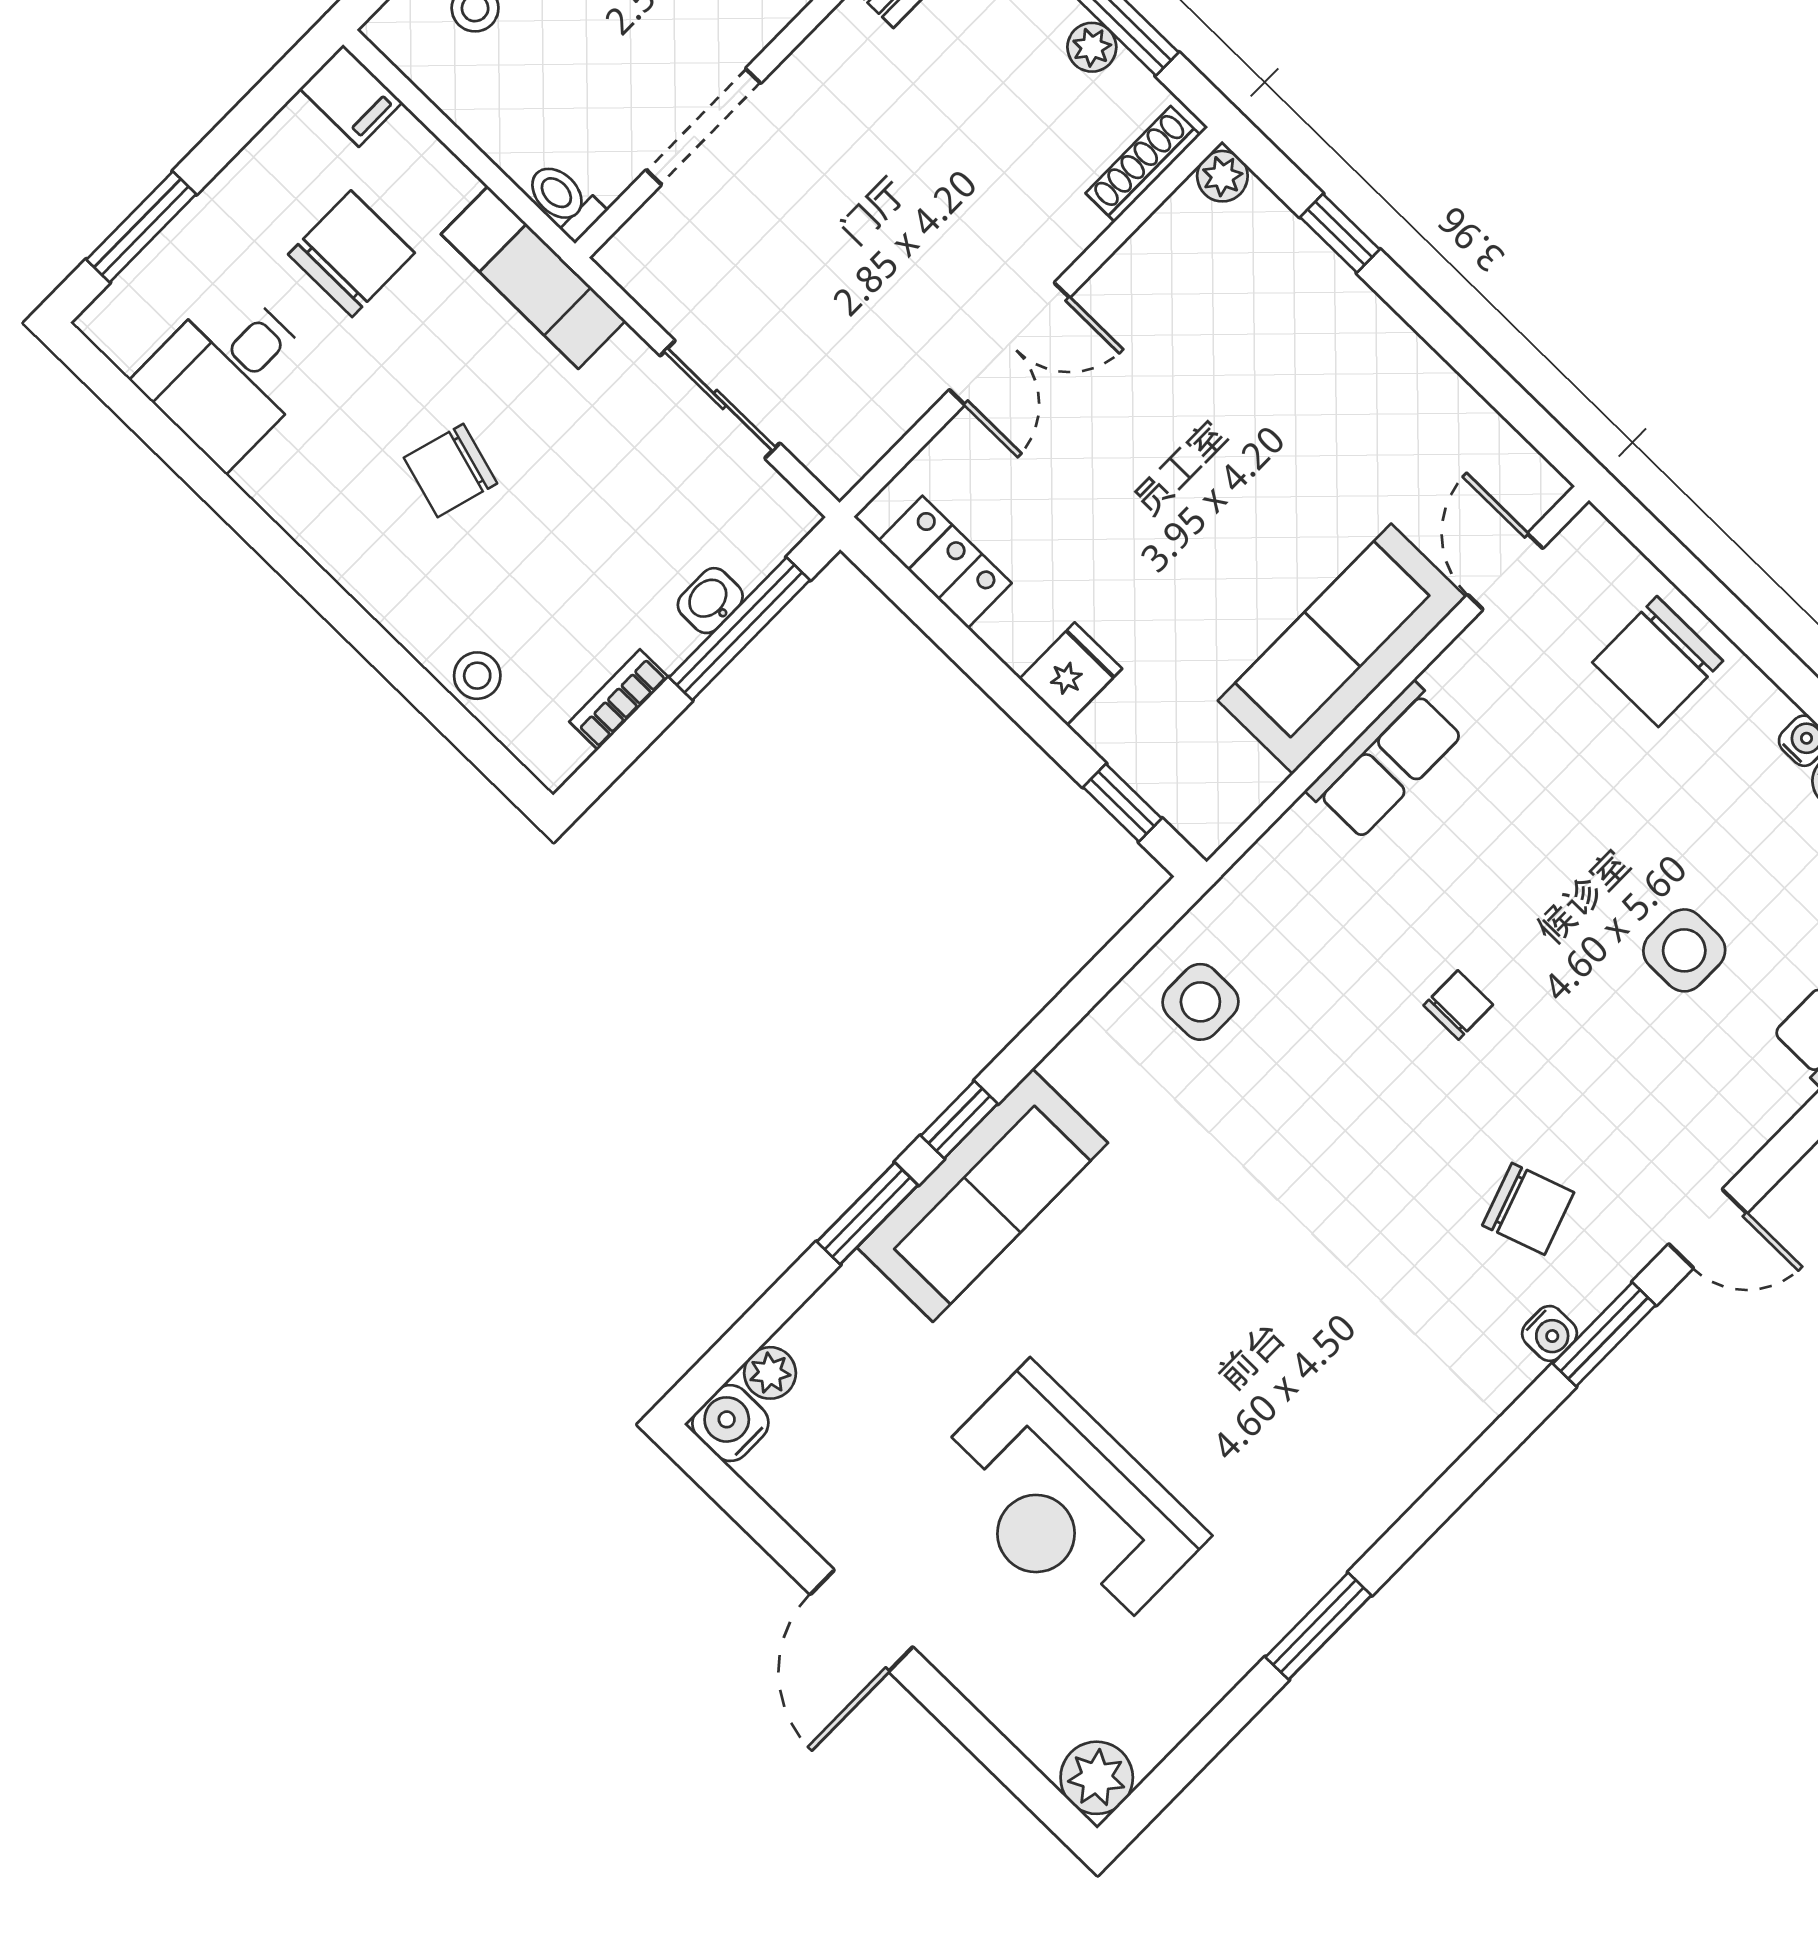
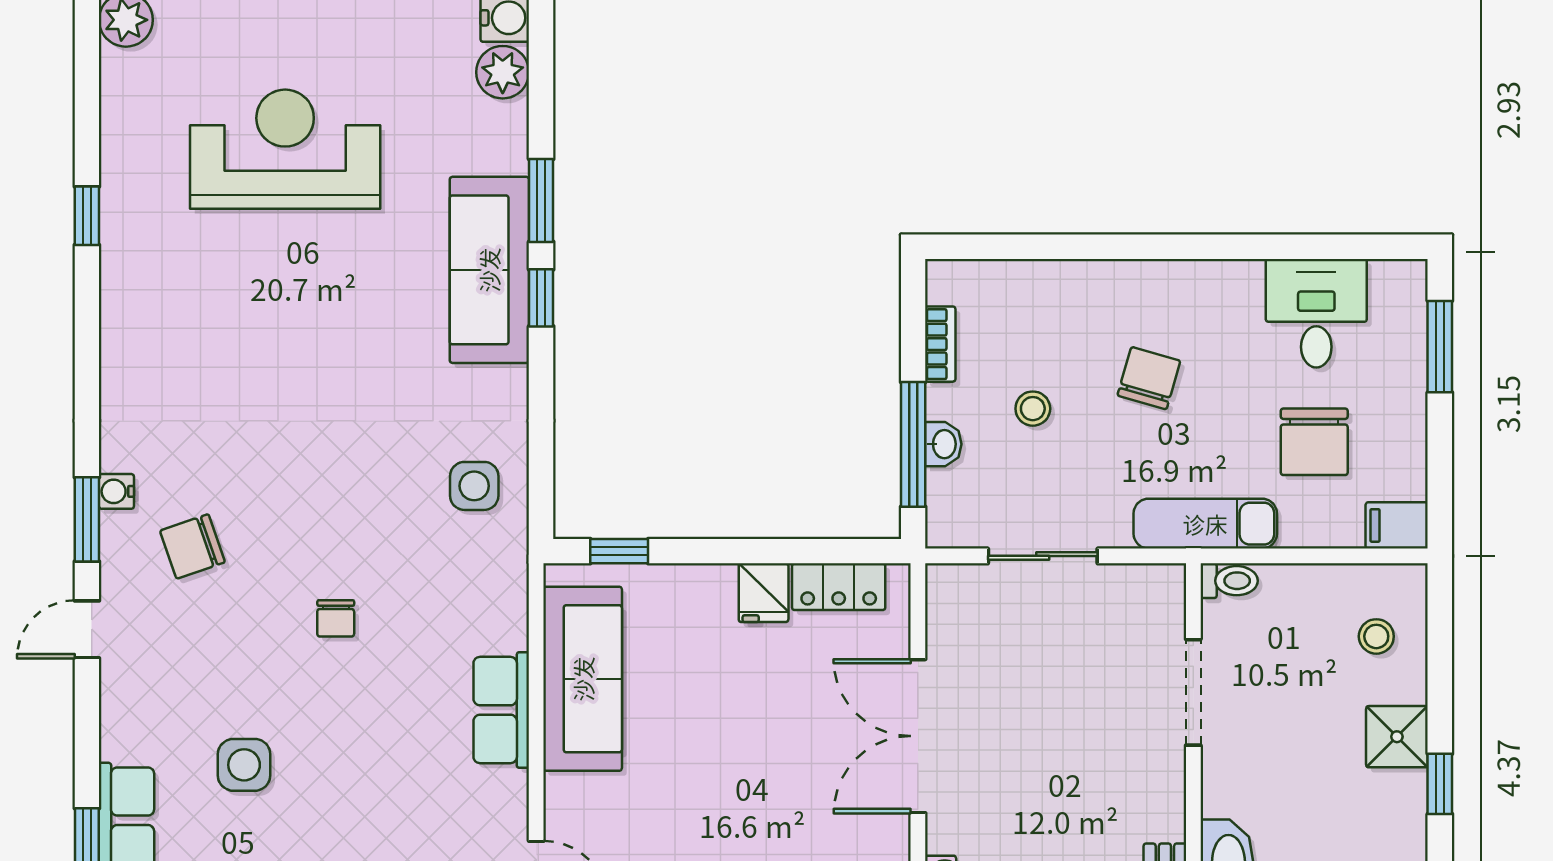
double door: (1010, 344) -> (918, 736), width x1.37
sofa: (1342, 649) -> (583, 679), moved
fridge: (1071, 674) -> (764, 593), moved
stool: (477, 676) -> (1033, 409), moved
plant: (770, 1373) -> (503, 72), width x1.38, depth x1.38
window: (1318, 1626) -> (87, 216), width x0.67

